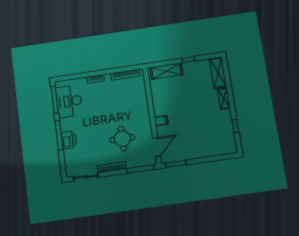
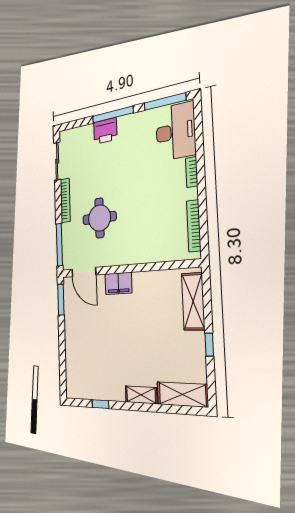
desk: (69, 101) -> (176, 132), moved, turned 90
filing cabinet: (161, 121) -> (118, 283), width x2.00

